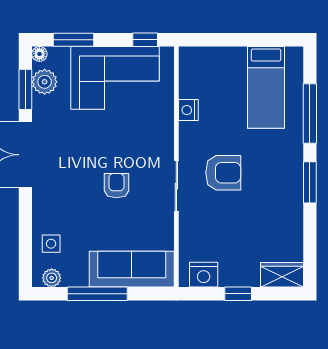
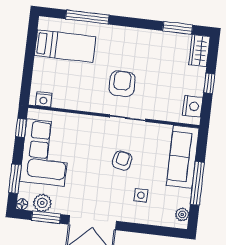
nightstand: (188, 110) -> (44, 99), moved
window: (310, 182) -> (178, 28), moved
armchair: (116, 186) -> (122, 161), turned 102
side table: (51, 244) -> (141, 195), moved

